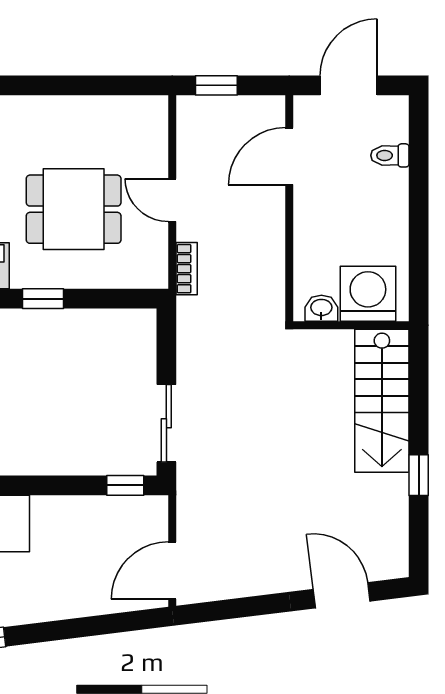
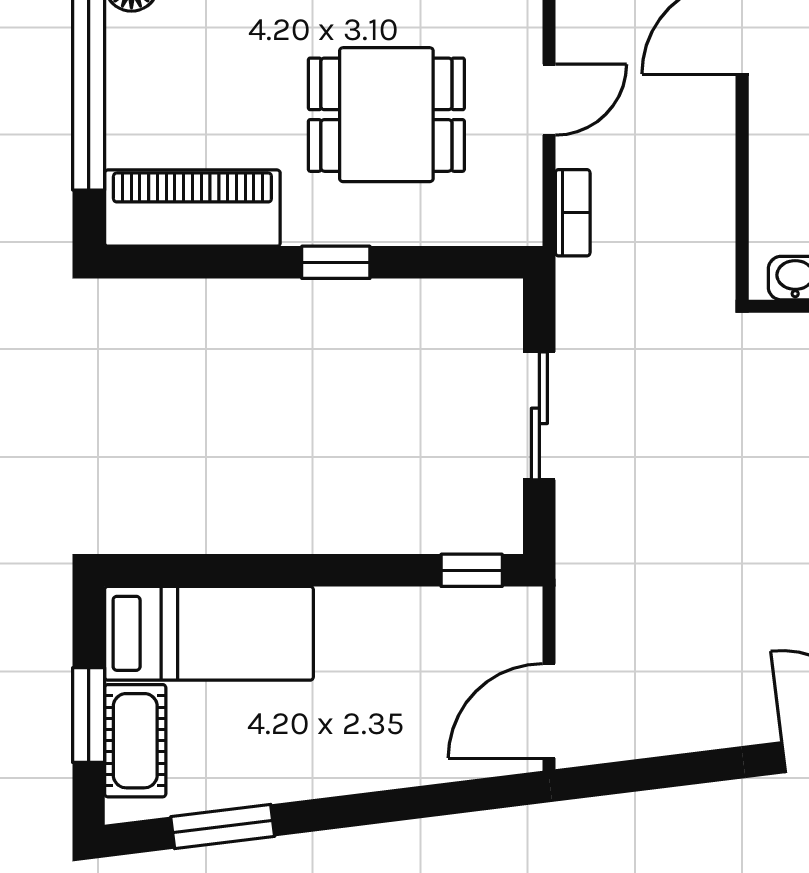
door: (172, 200) -> (549, 100), swing flipped
sliding door: (166, 423) -> (539, 416), moved

